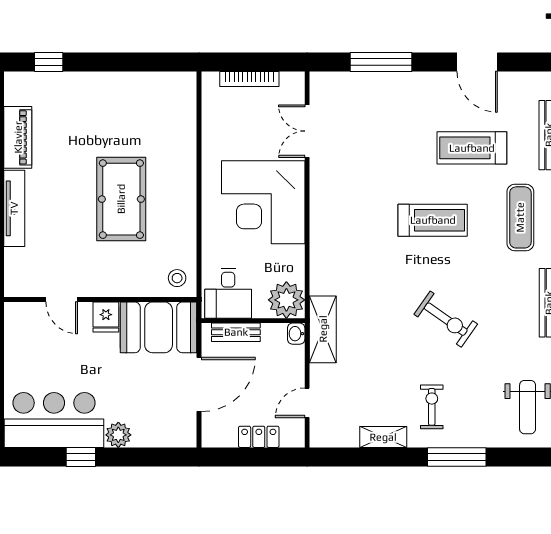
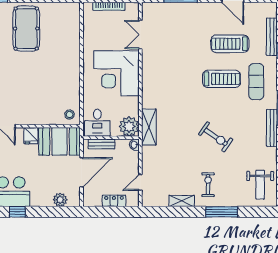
pool table: (121, 199) -> (26, 29), moved
treadmill: (433, 220) -> (222, 79), moved
shelving: (323, 329) -> (149, 127), moved
plant: (118, 435) -> (60, 200), moved

